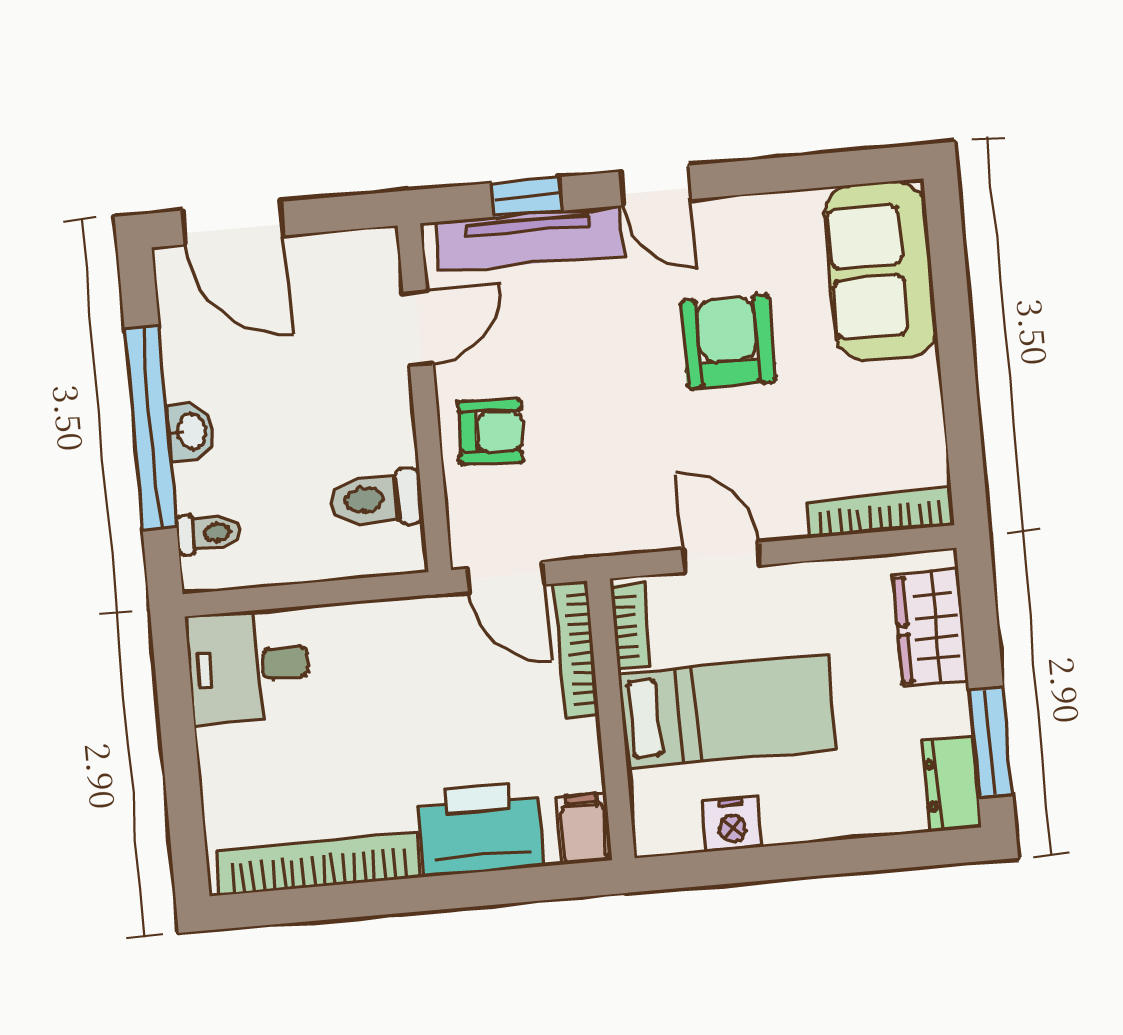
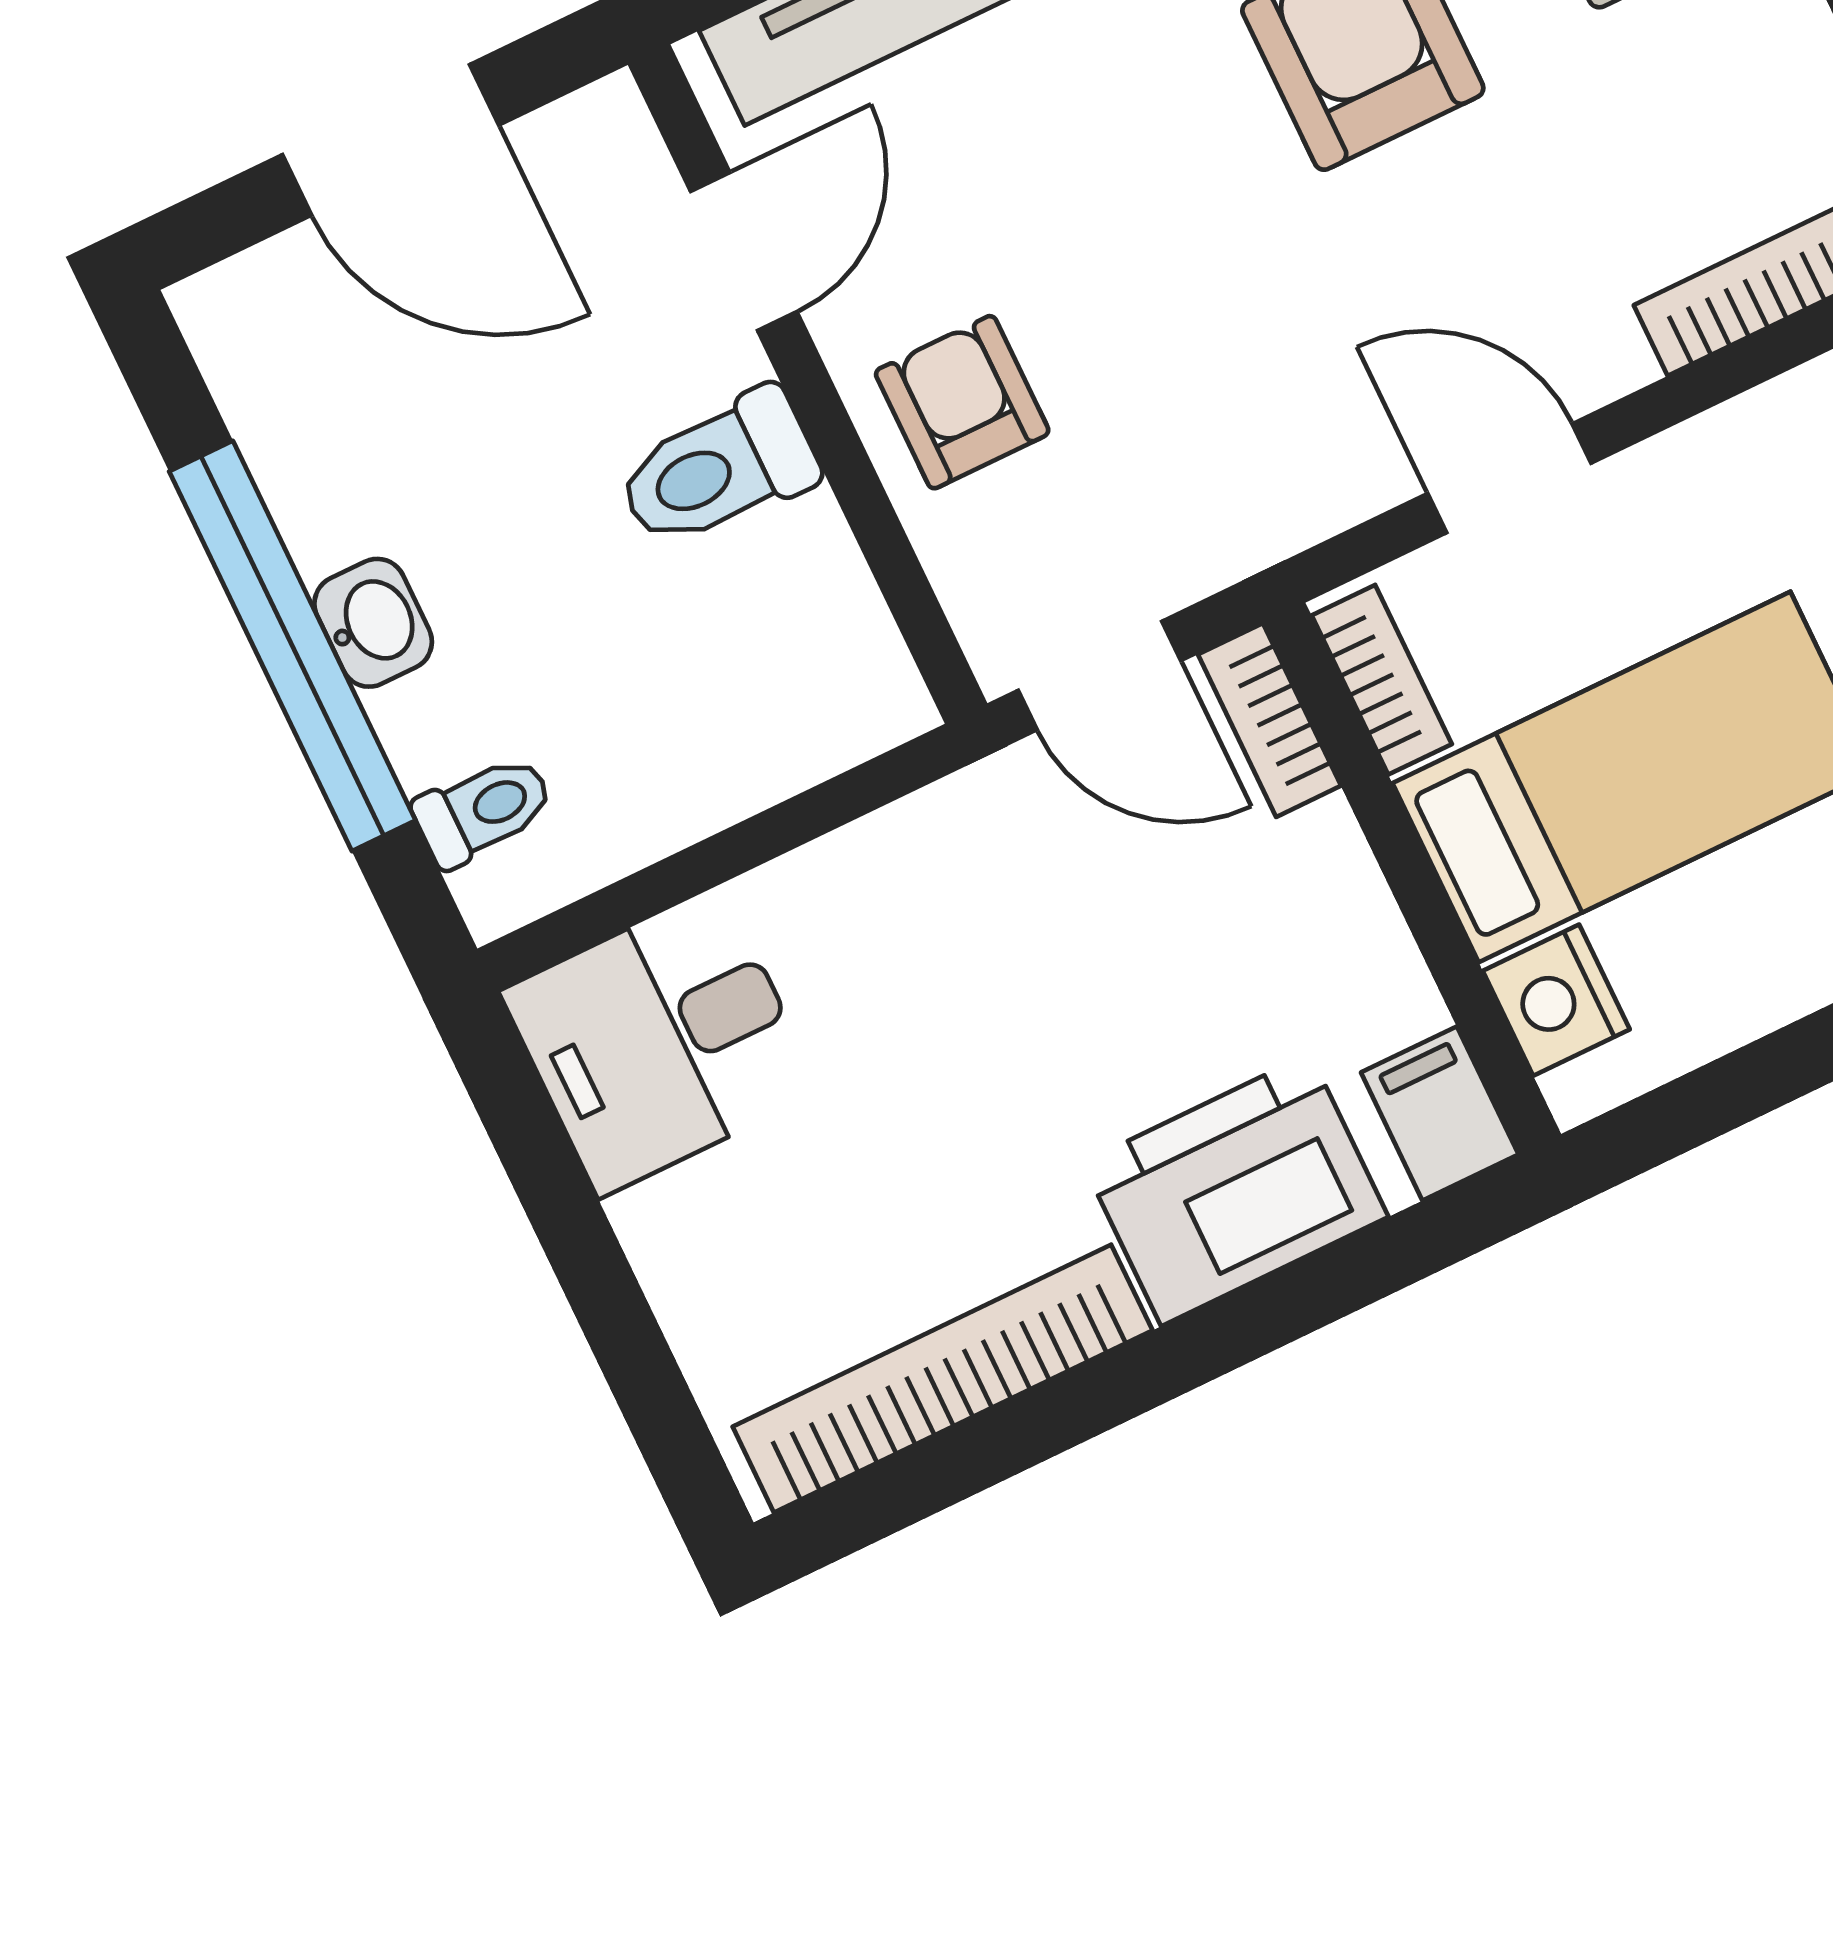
door: (233, 223) -> (391, 140), moved
armchair: (490, 432) -> (962, 402), turned -93
toilet: (377, 499) -> (718, 469), moved
bookcase: (576, 649) -> (1269, 720), width x0.64
nightstand: (732, 824) -> (1556, 1000), moved, turned 90

